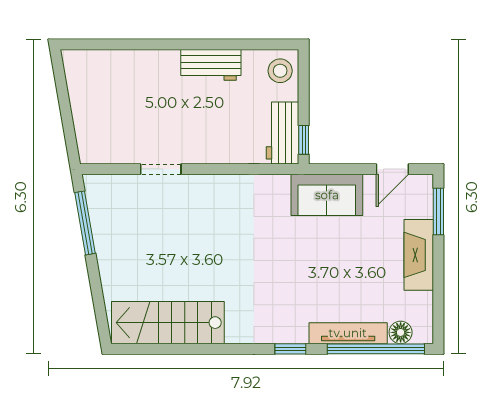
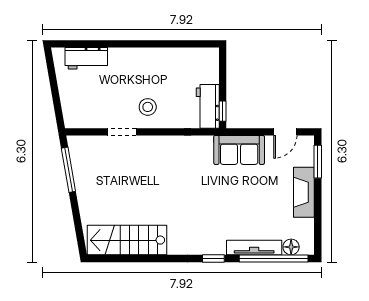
workbench: (211, 65) -> (86, 58), moved
stool: (280, 71) -> (148, 107), moved

